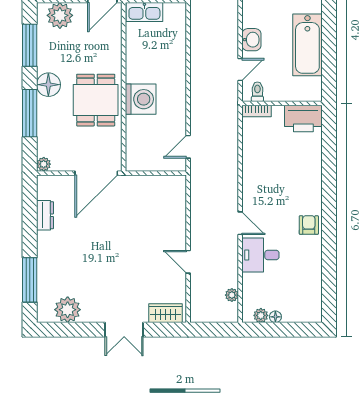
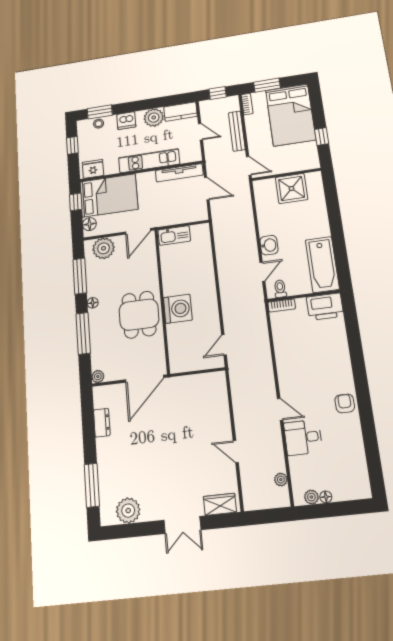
bathtub: (307, 45) -> (322, 264), moved
floor lamp: (48, 85) -> (93, 303), width x0.53, depth x0.53

